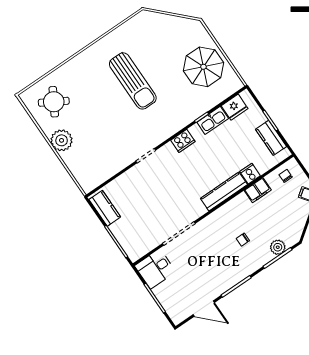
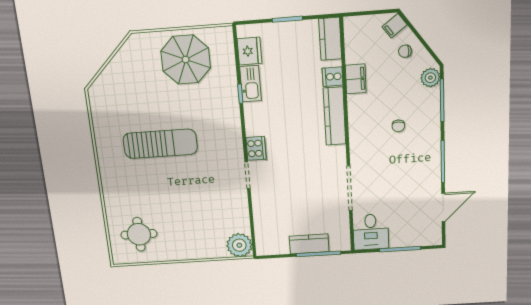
round table: (54, 102) -> (139, 234), turned -30
kitchen counter: (271, 138) -> (330, 39), moved, turned 90
plant: (62, 140) -> (239, 245), moved
cooker: (183, 141) -> (256, 148), moved
chair: (286, 176) -> (405, 51), moved
kitchen counter: (105, 208) -> (309, 244), moved
plant: (278, 247) -> (430, 78), moved

